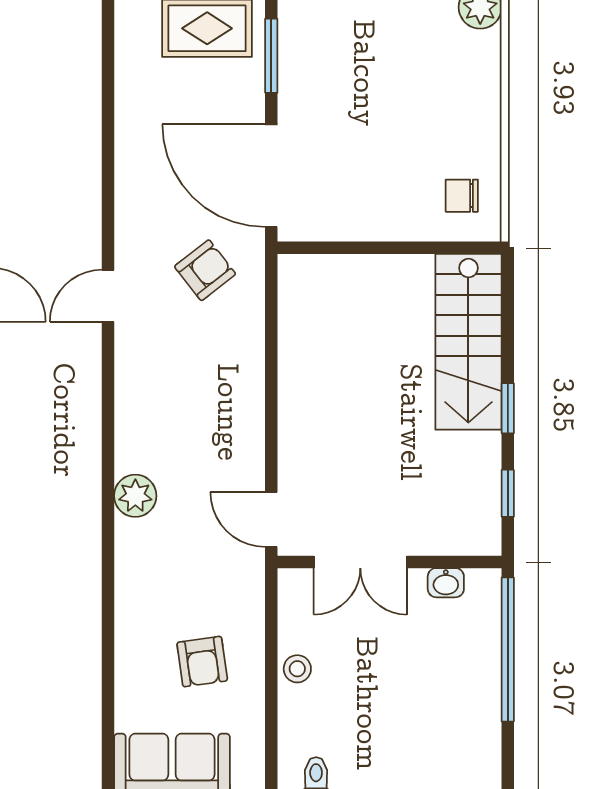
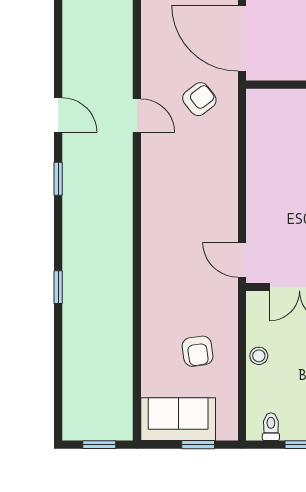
door: (108, 296) -> (137, 116), swing flipped
plant: (135, 496) -> (154, 244), removed

